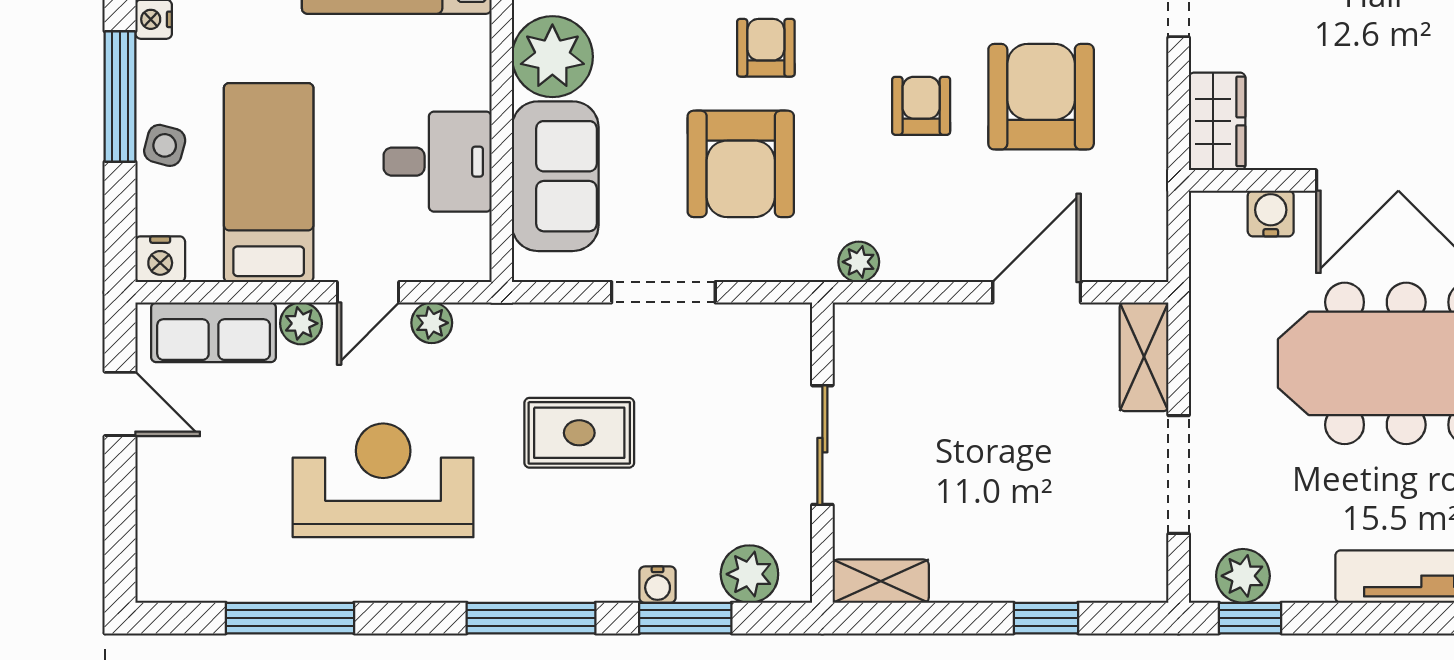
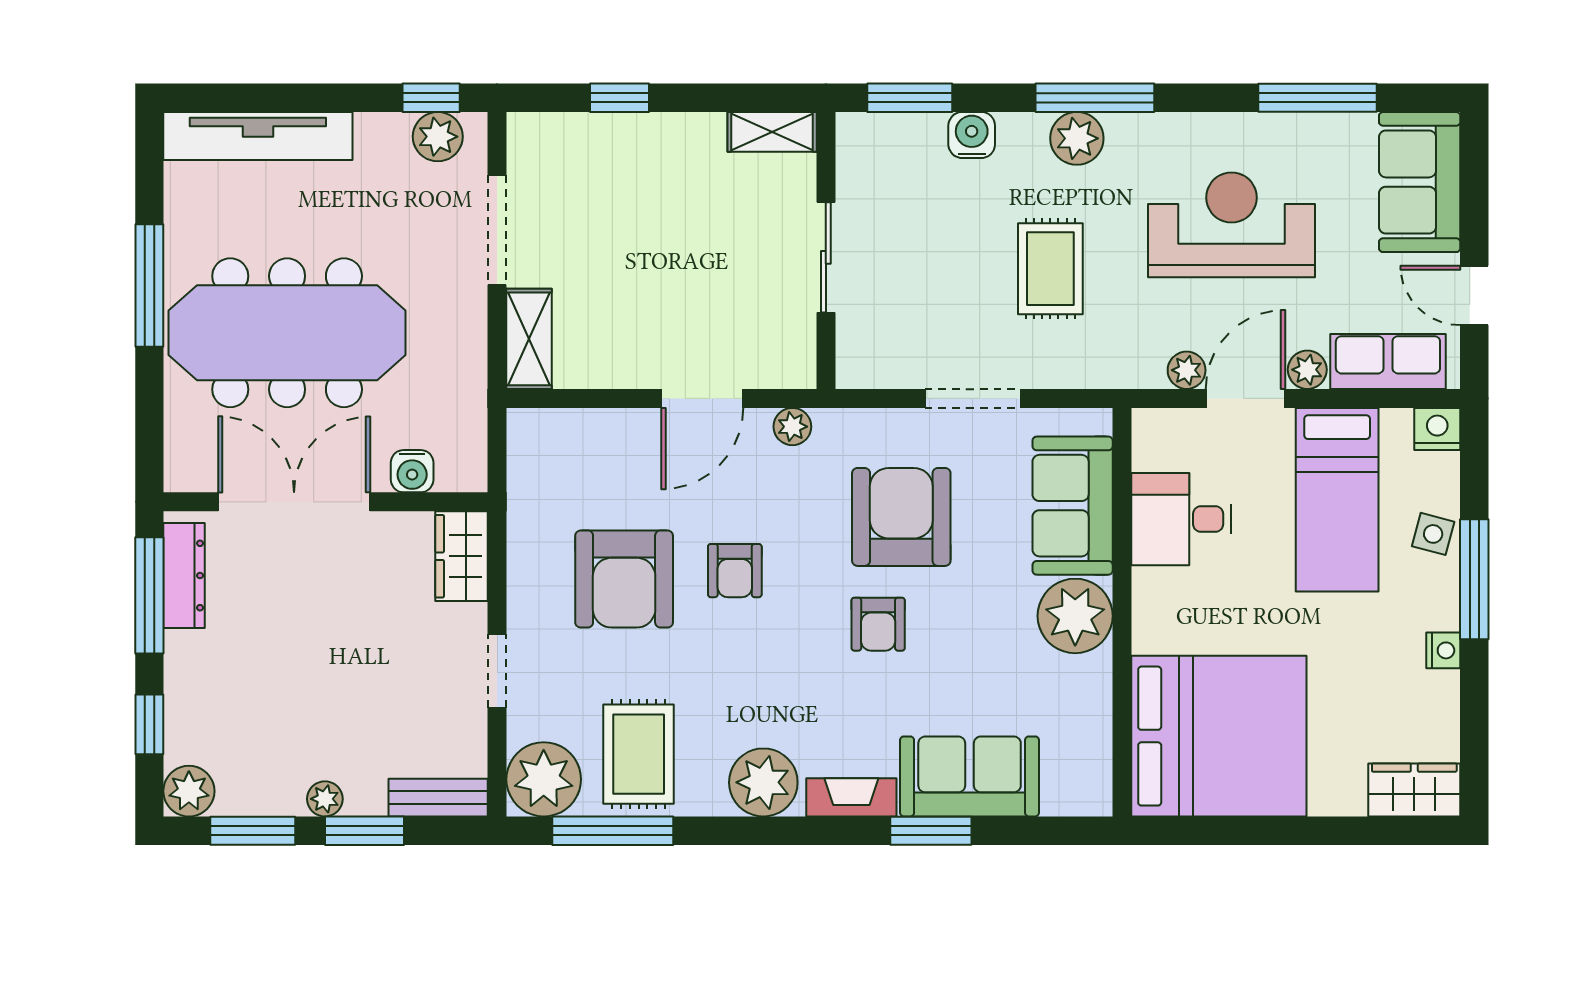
door: (368, 292) -> (1245, 398), width x1.38
door: (1037, 292) -> (702, 398), moved
rug: (579, 433) -> (1050, 269), turned 90
reception desk: (383, 480) -> (1231, 225), turned 180
sofa: (179, 527) -> (1420, 182), added
plant: (749, 574) -> (1077, 138), moved
water cooler: (658, 585) -> (972, 135), width x1.38, depth x1.38
window: (685, 618) -> (910, 98), moved

